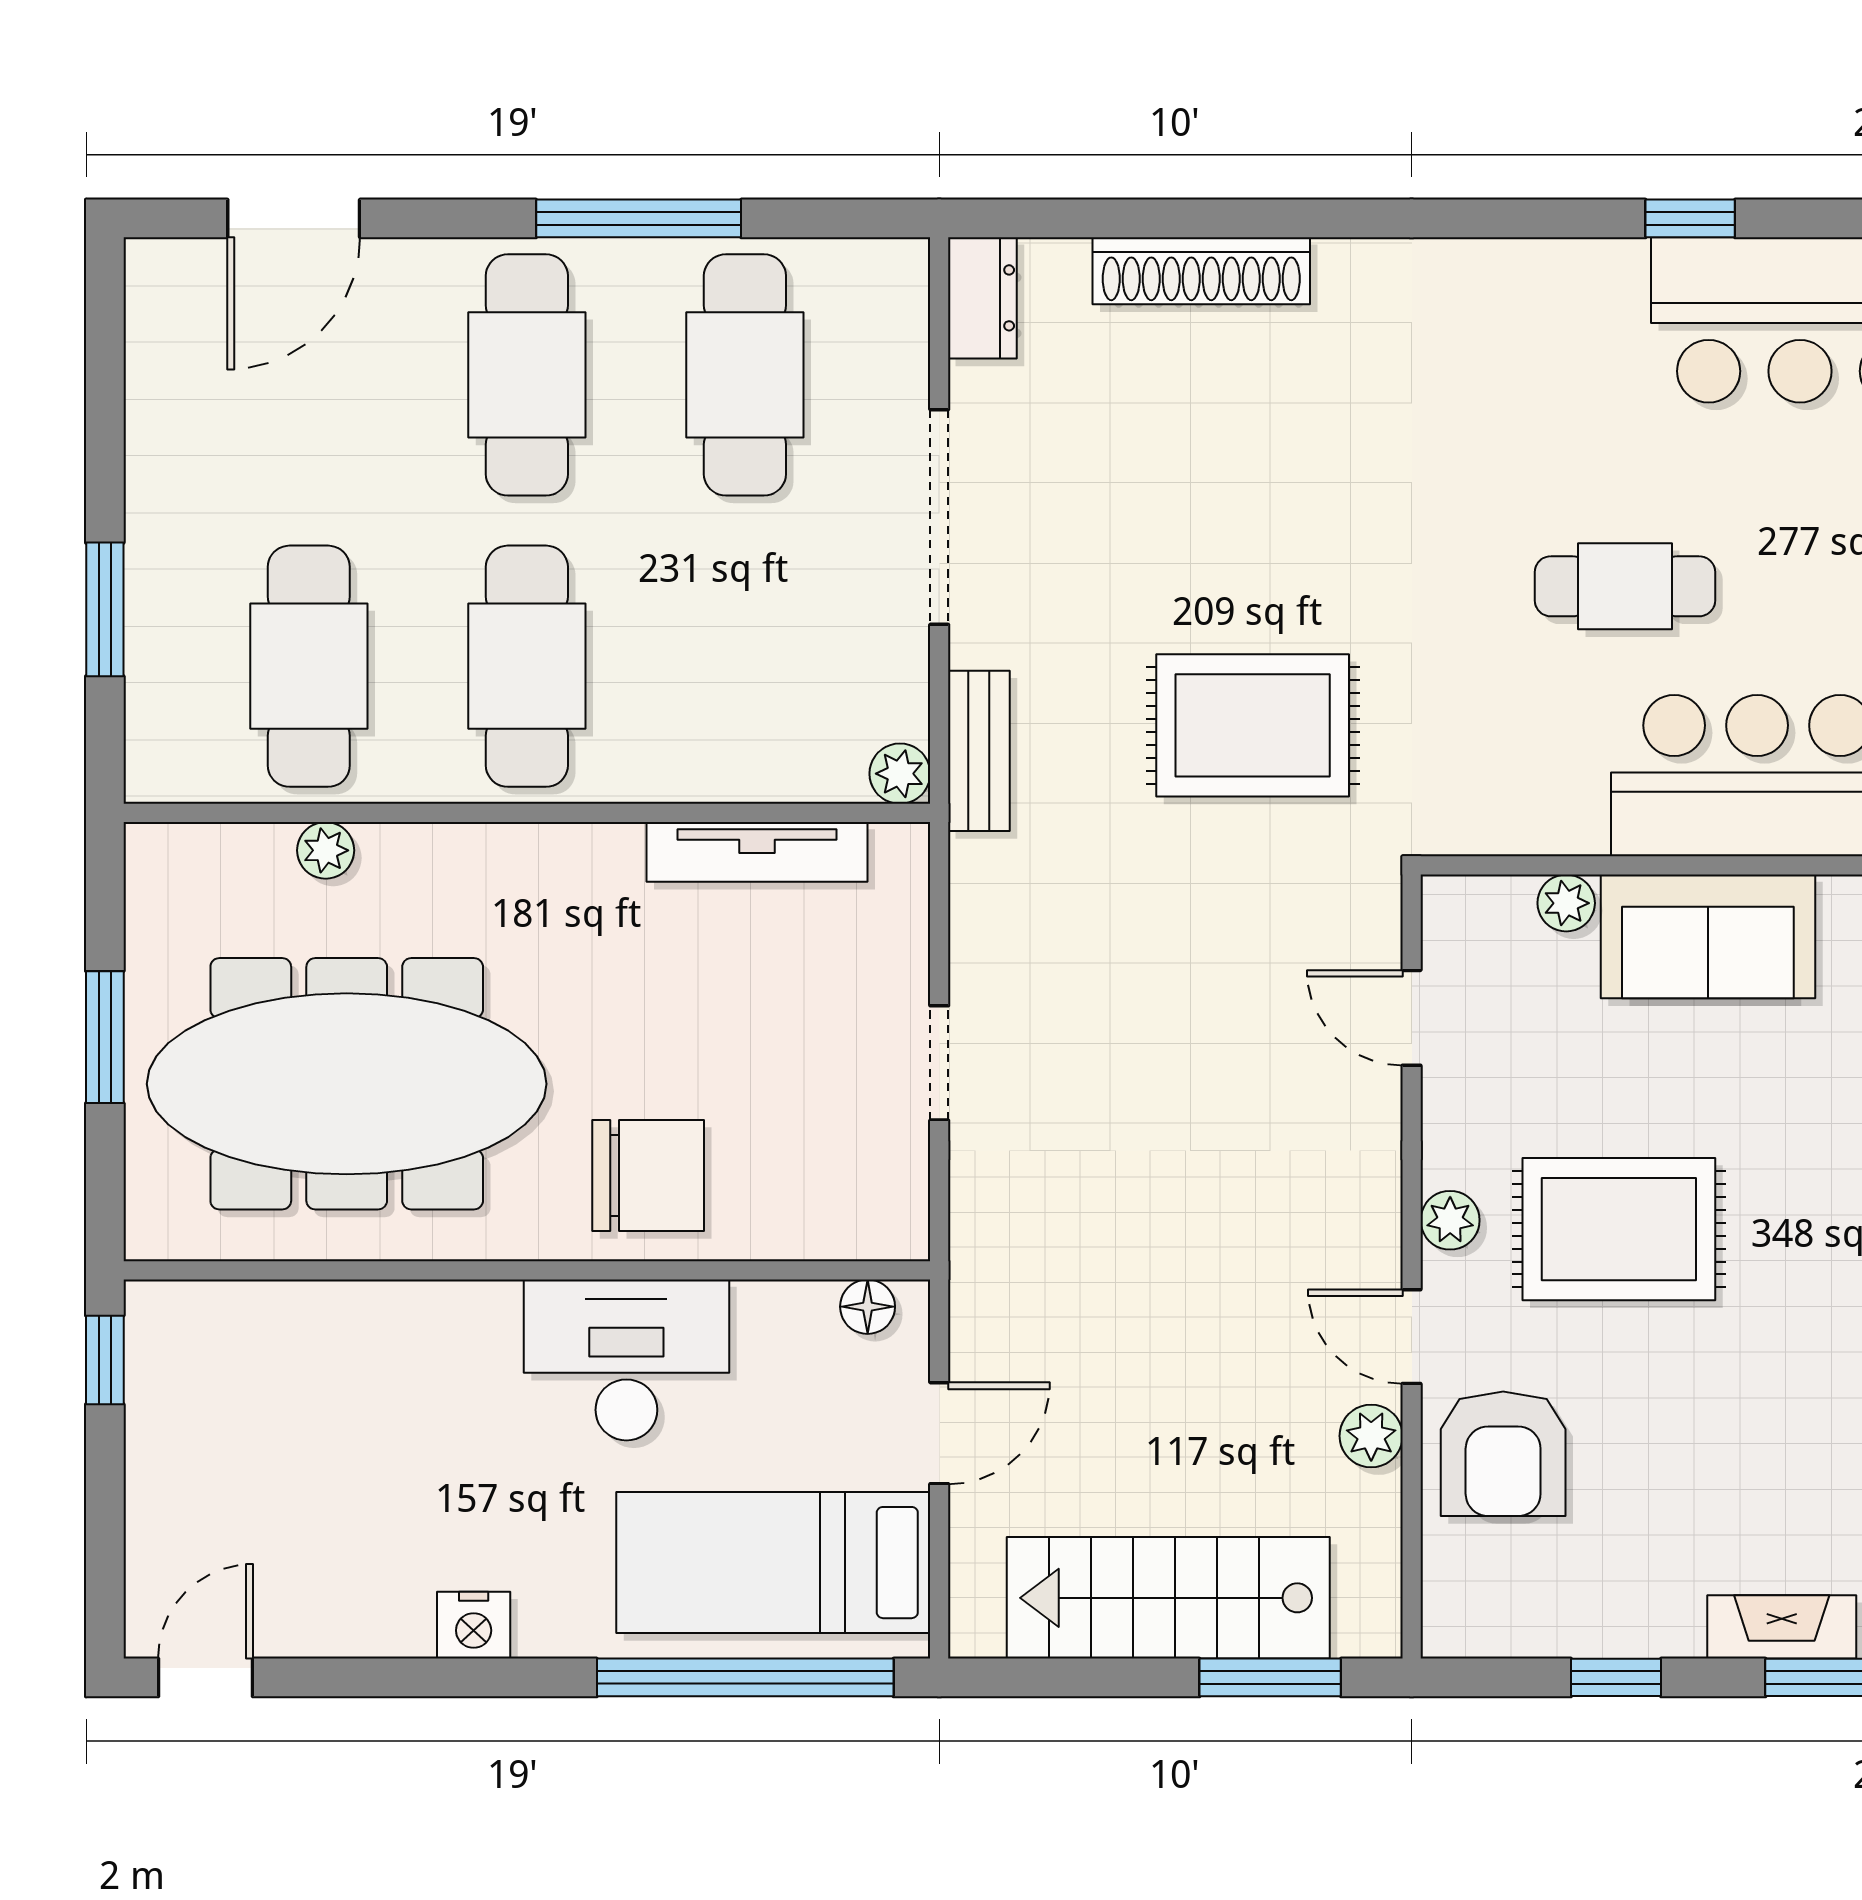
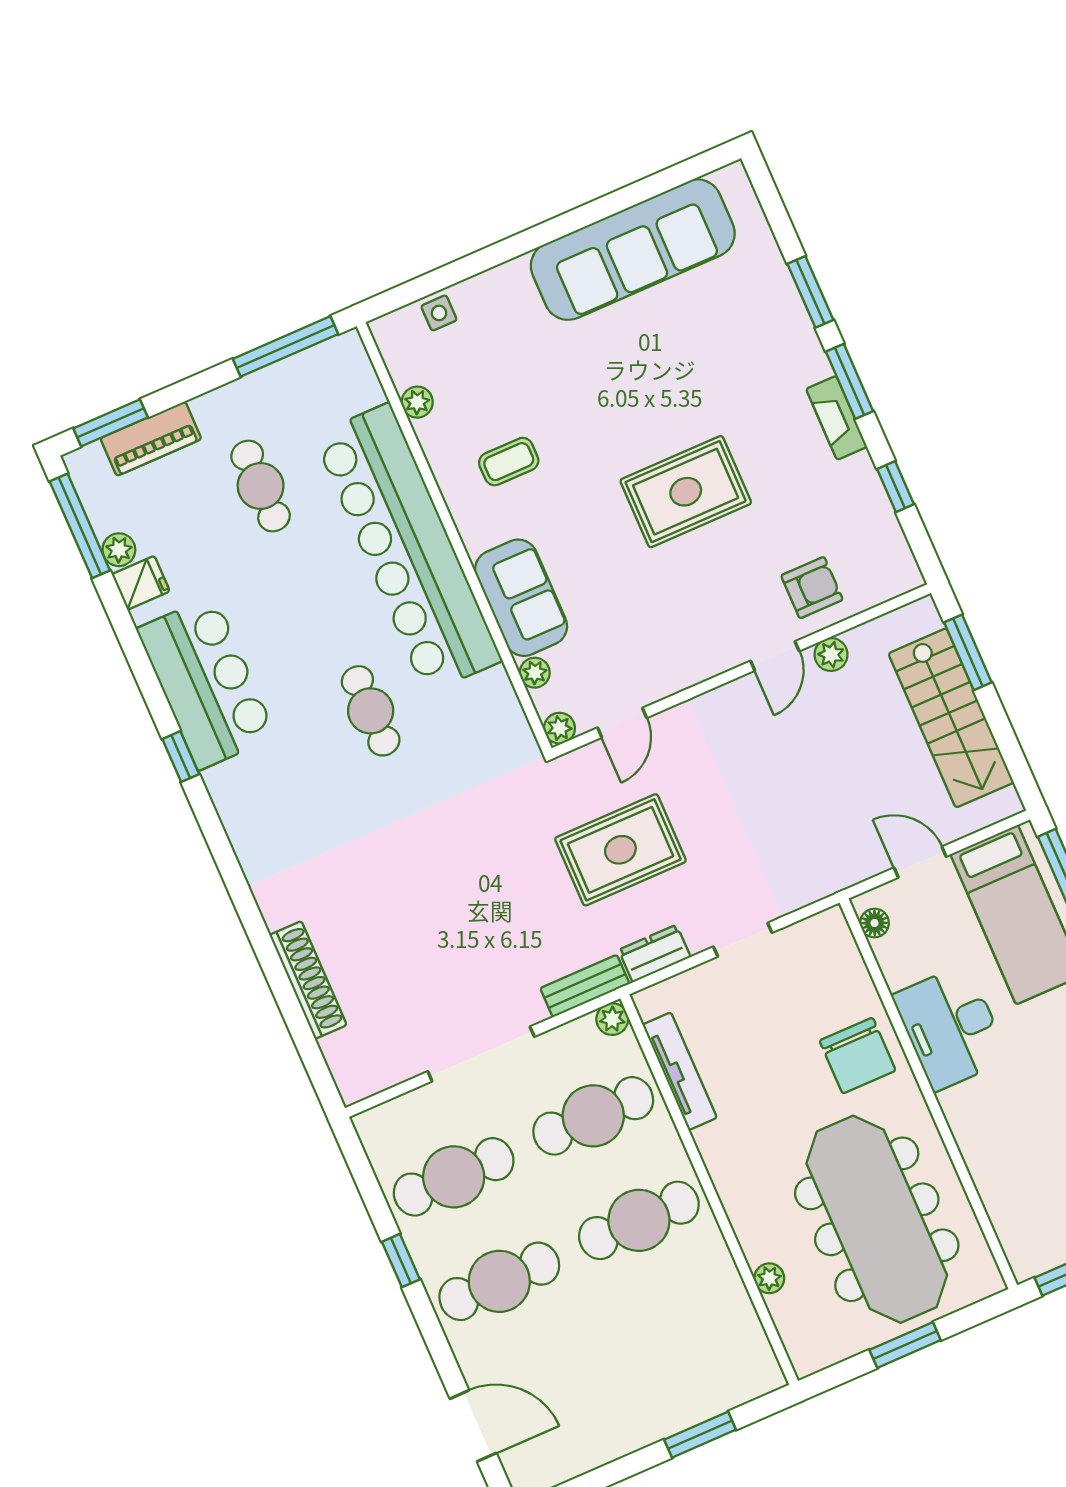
window: (639, 218) -> (401, 1261), width x0.46
dresser: (982, 298) -> (655, 954), moved
cafe table: (309, 666) -> (593, 1116), moved
rug: (1253, 725) -> (620, 850), moved, turned 90
chair: (648, 1175) -> (858, 1056), turned 180
plant: (1450, 1220) -> (560, 728), moved
rug: (1619, 1229) -> (686, 492), moved, turned 90
armchair: (1503, 1454) -> (812, 588), width x0.72, depth x0.72

